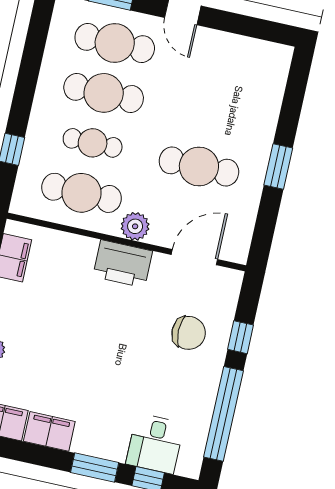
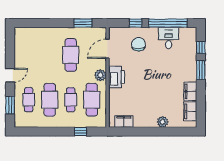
cafe table: (115, 43) -> (29, 100), width x0.73, depth x0.74
window: (278, 166) -> (83, 23), moved
door: (194, 257) -> (107, 49), hinge flipped
desk: (155, 444) -> (169, 38), moved, turned -90

